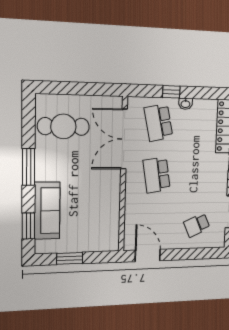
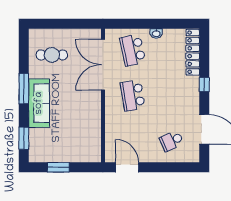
window: (171, 92) -> (143, 24), removed
cafe table: (63, 126) -> (52, 55), width x0.73, depth x0.74
sofa: (47, 211) -> (39, 103), moved

